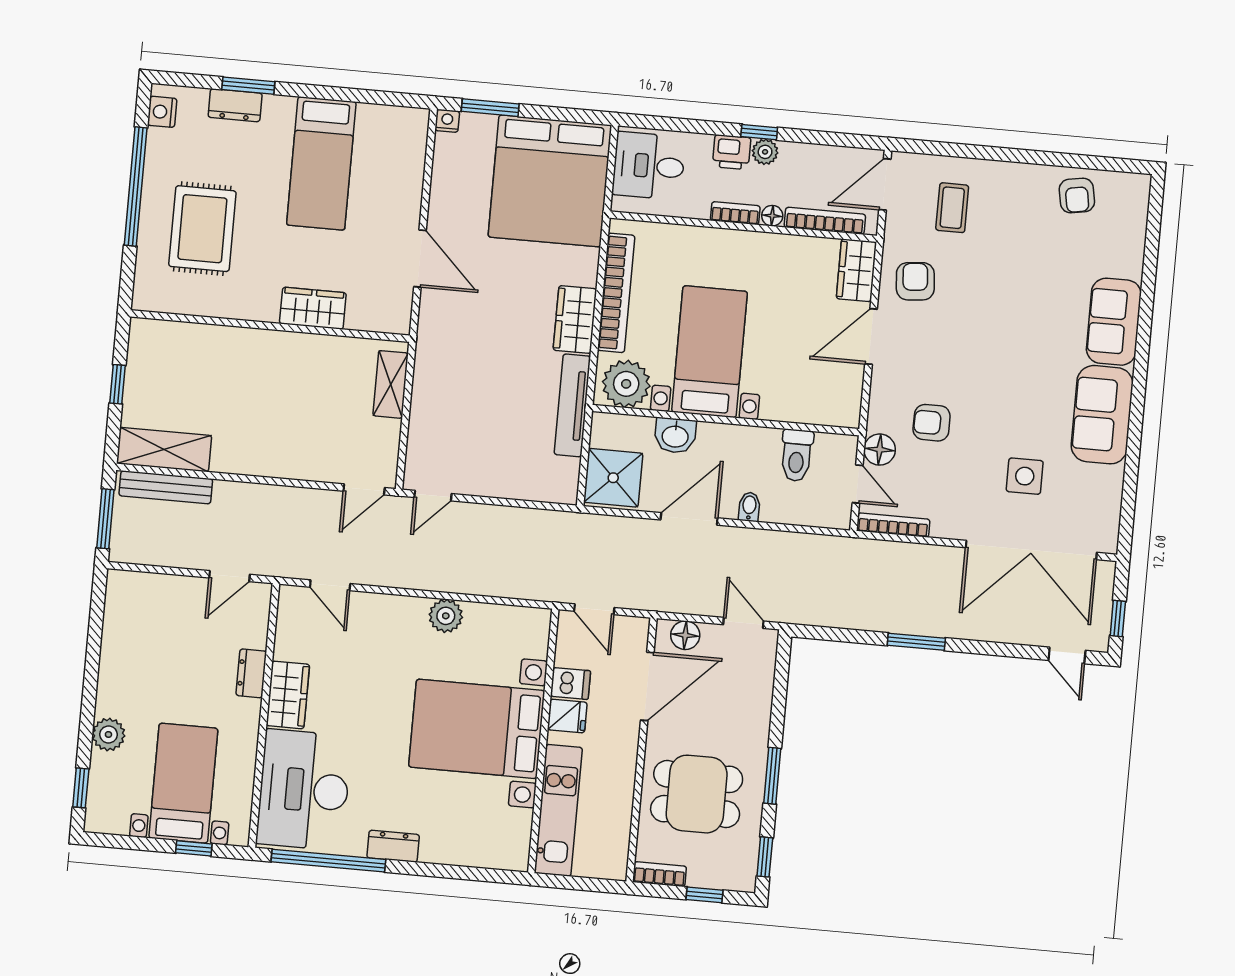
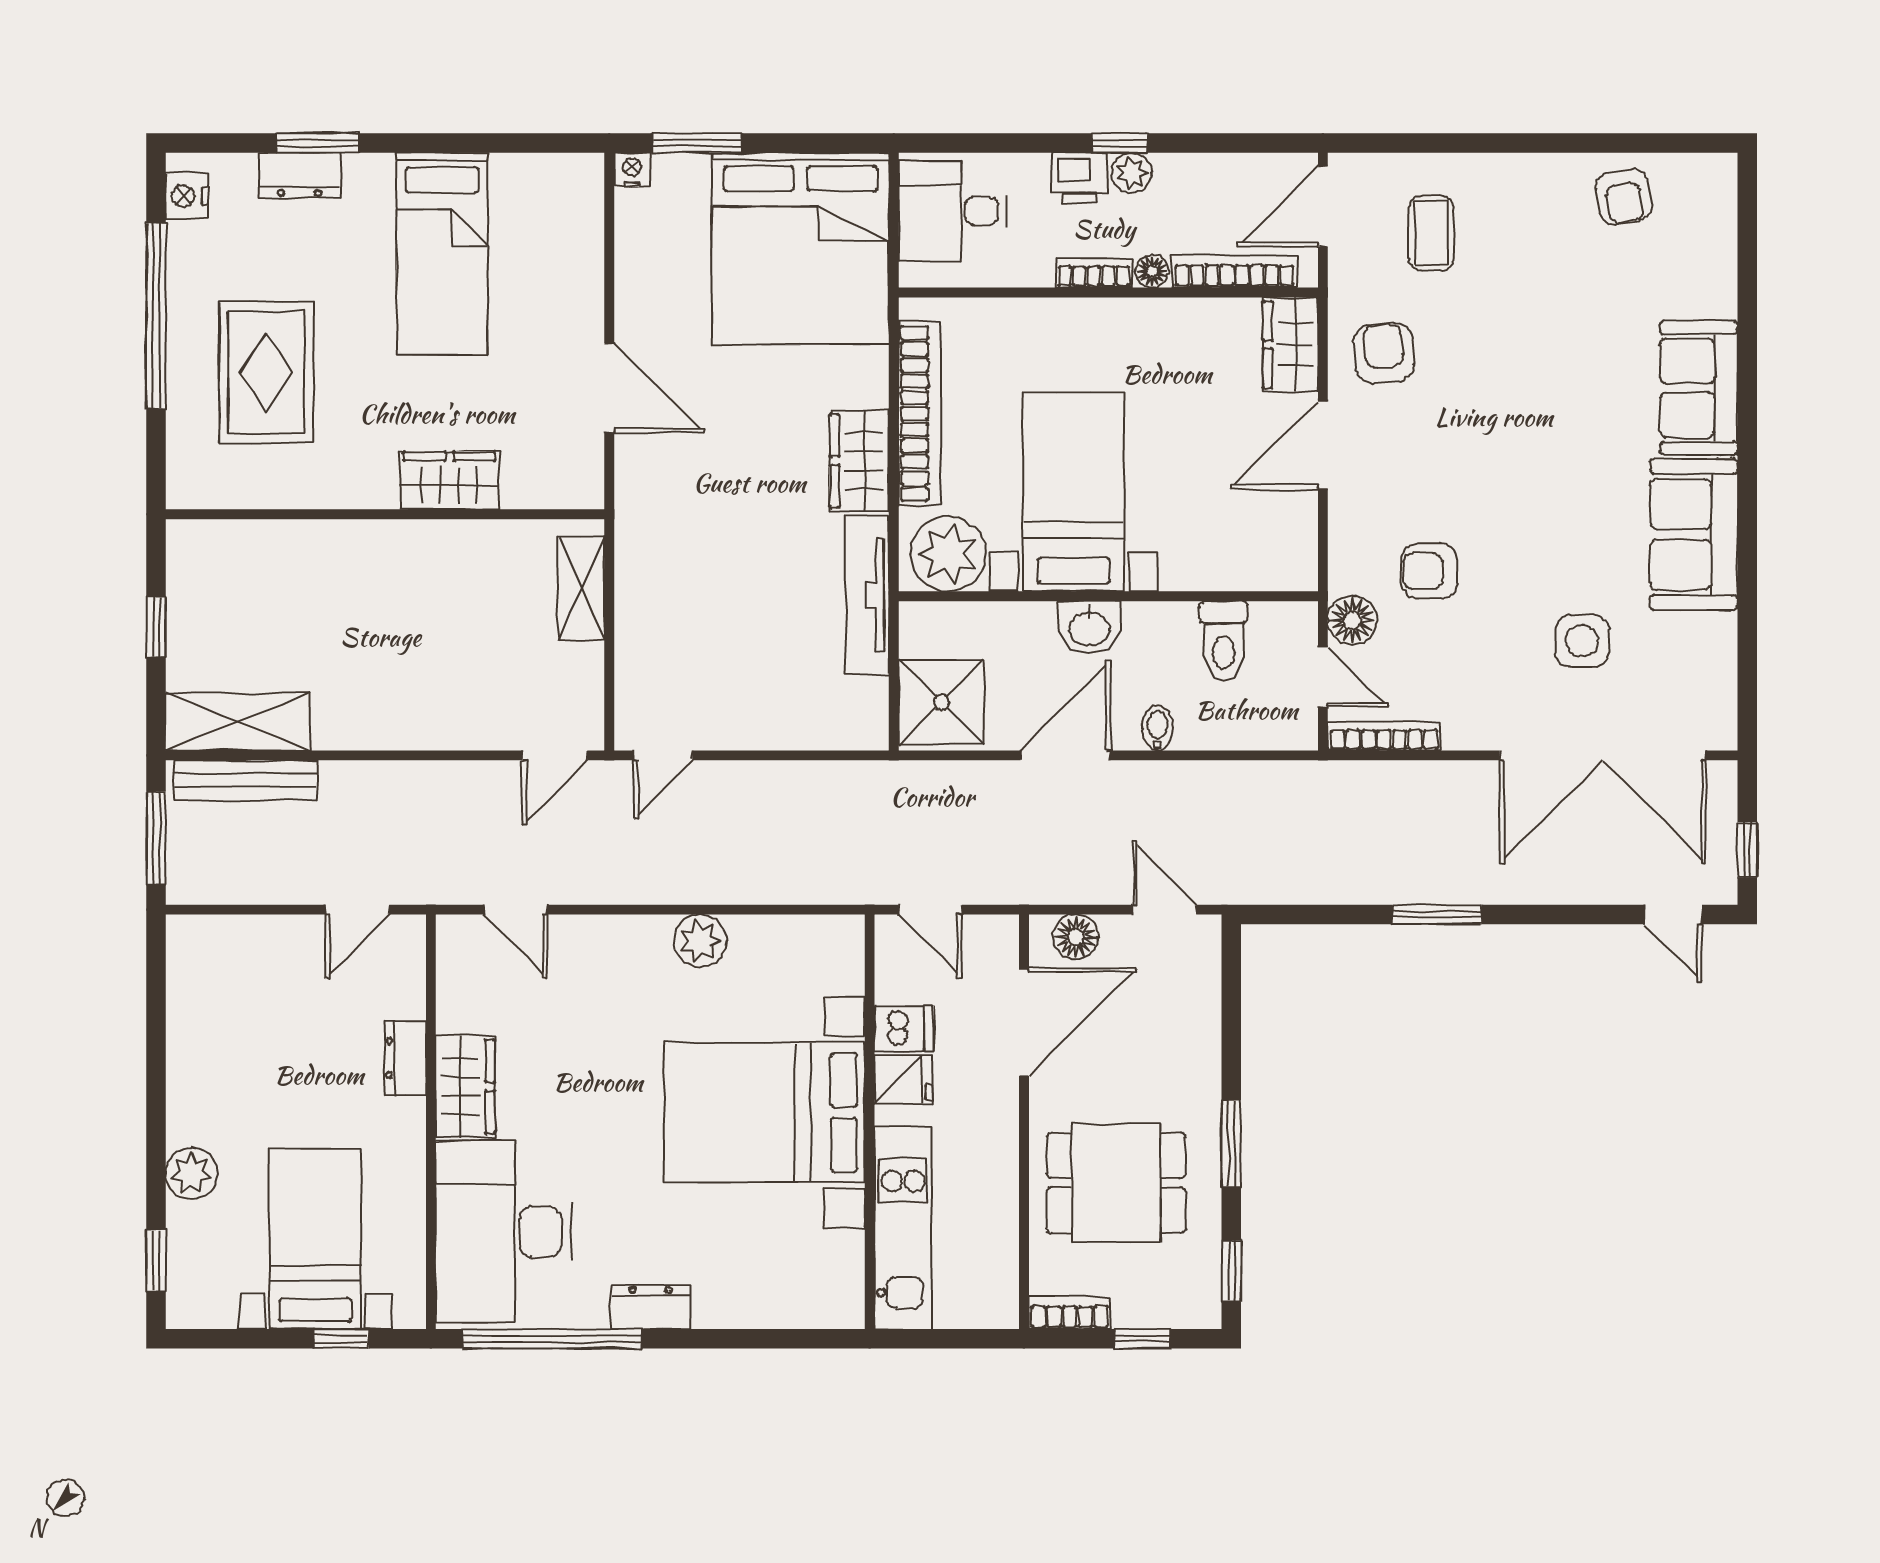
washbasin: (675, 436) -> (1089, 628), moved

